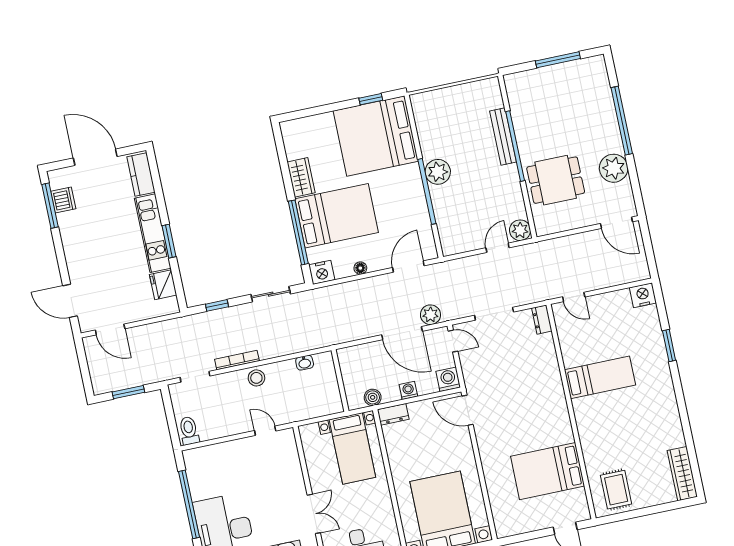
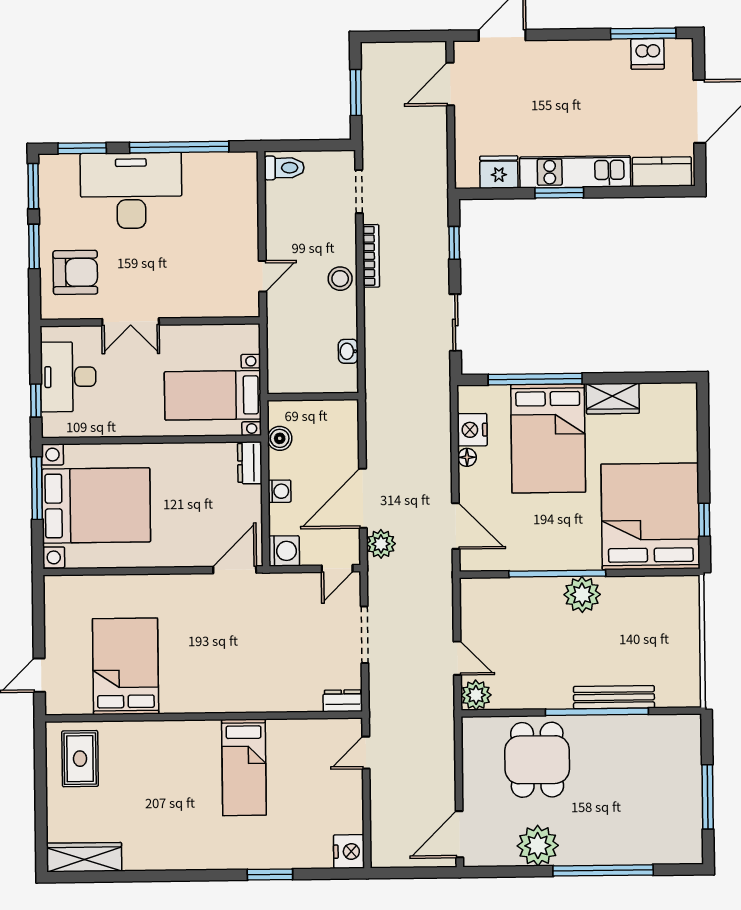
nightstand: (322, 272) -> (472, 430), moved
rug: (616, 490) -> (80, 759), turned 90

